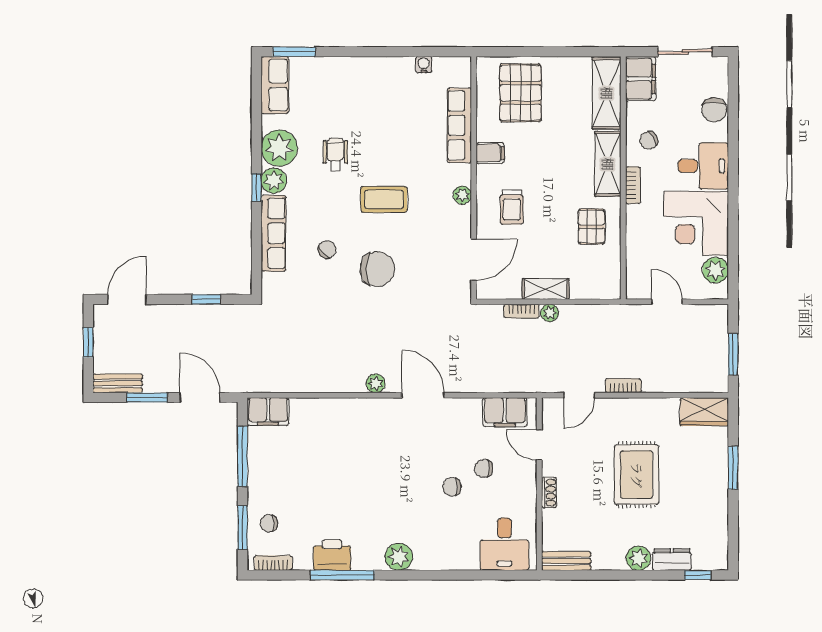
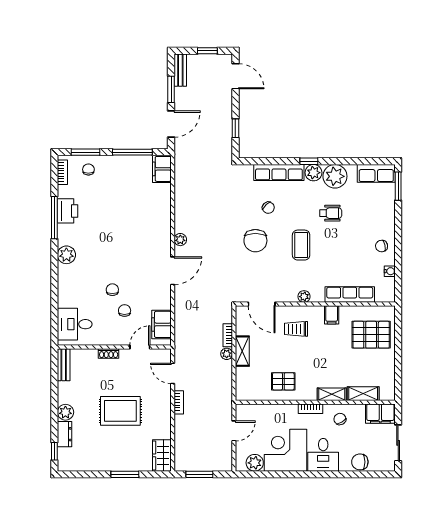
chair: (385, 77) -> (382, 246), added
shelving: (607, 93) -> (363, 394), width x0.67, depth x0.75
shelving: (608, 164) -> (332, 394), width x0.67, depth x0.75

